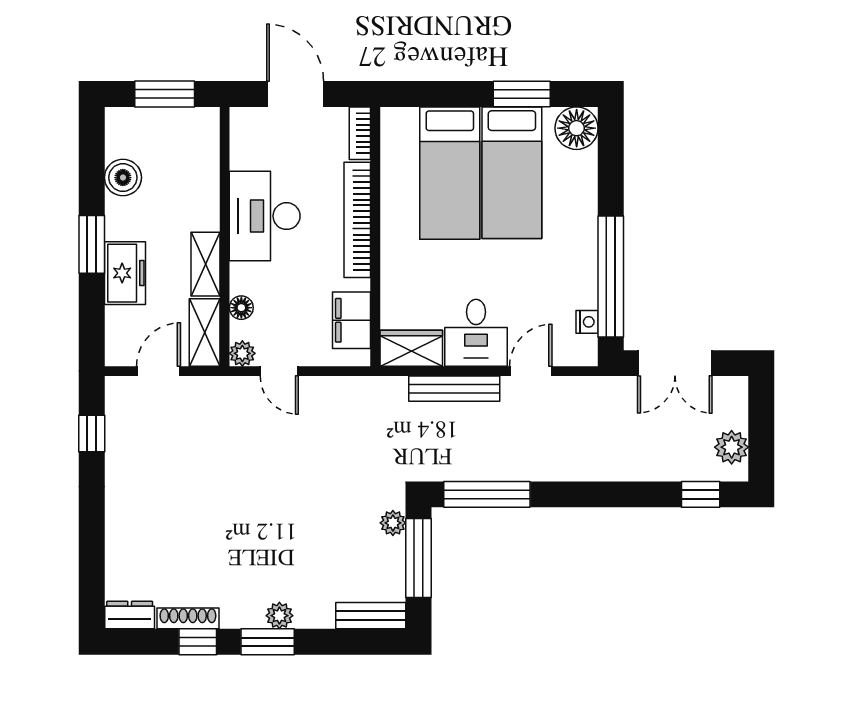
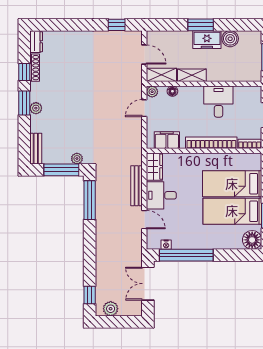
desk: (265, 216) -> (218, 102), width x0.73
freezer: (125, 273) -> (207, 40), moved

